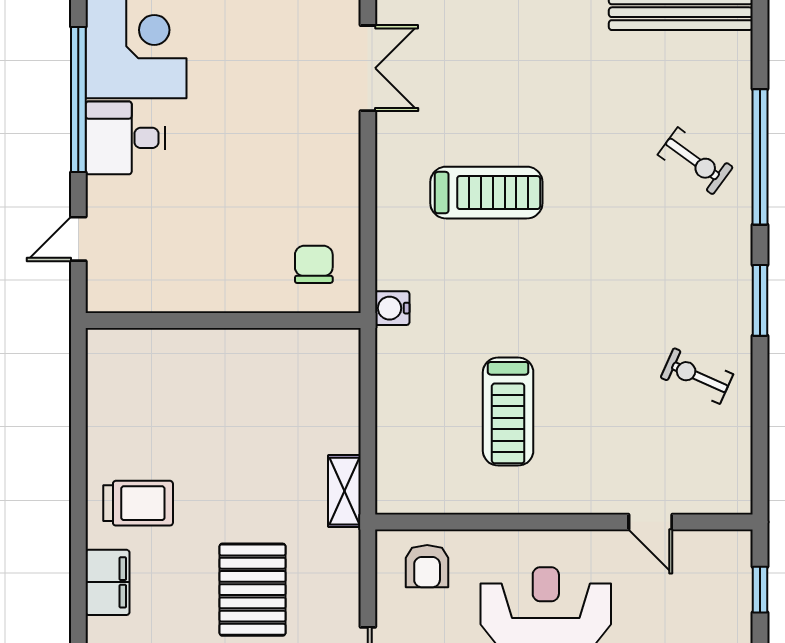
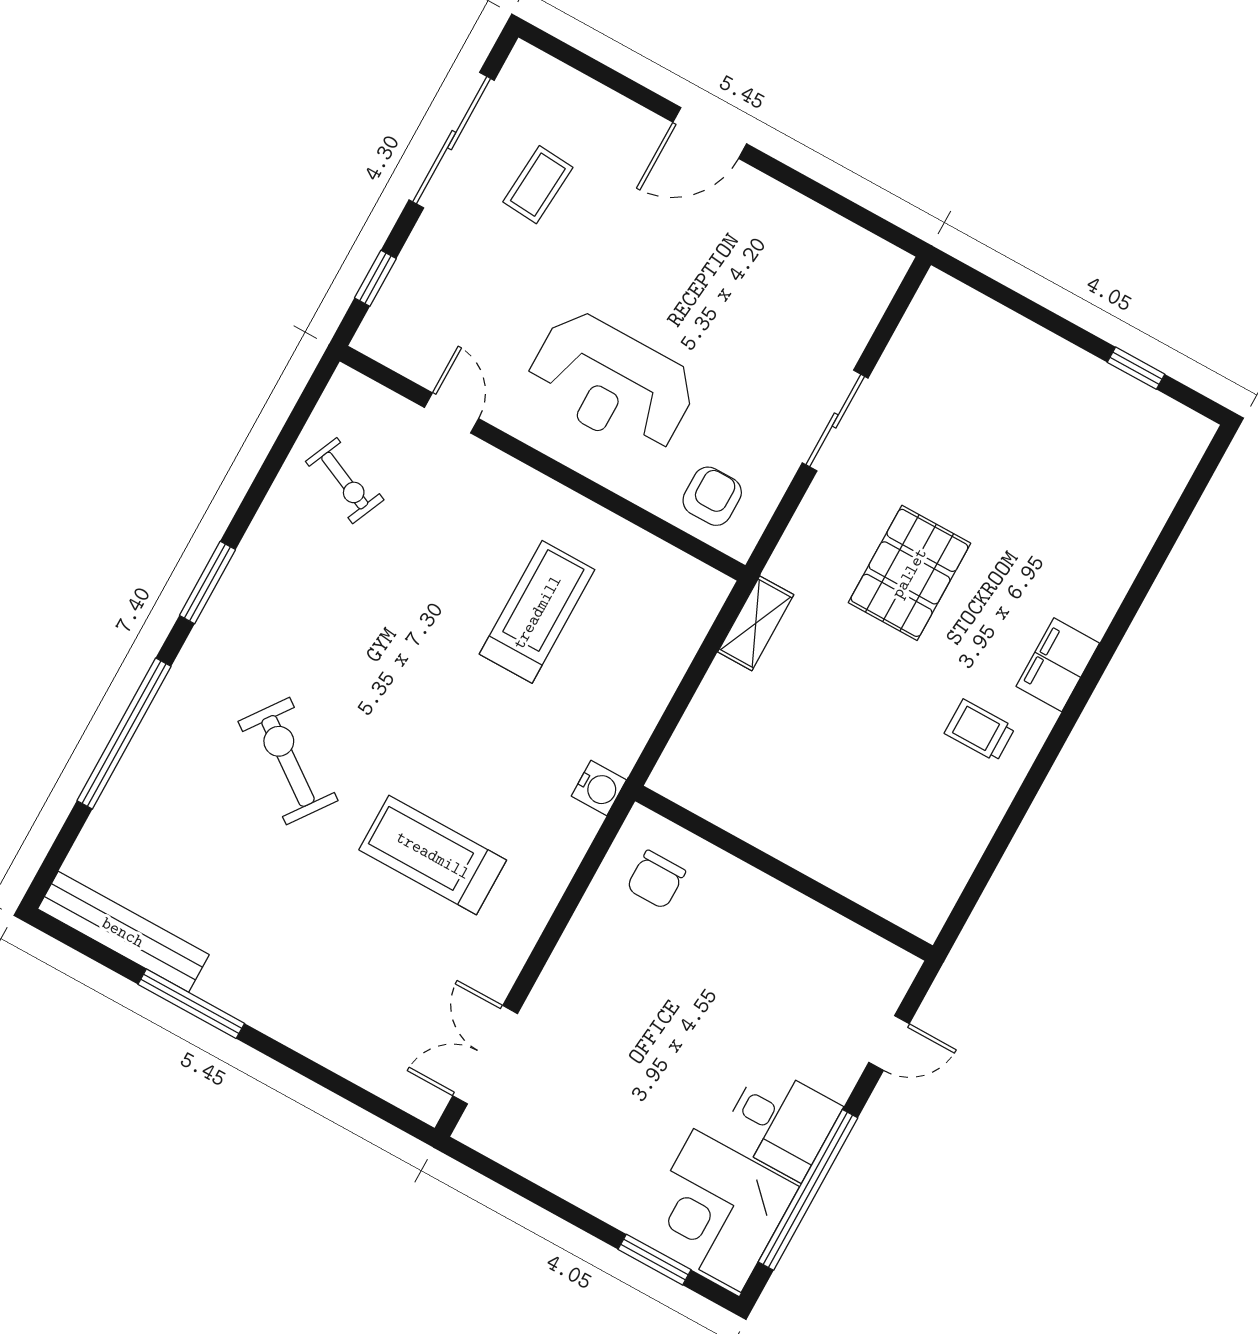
exercise bike: (695, 161) -> (288, 761), moved, width x1.38, depth x1.39
exercise bike: (697, 376) -> (345, 481), moved
trolley: (138, 503) -> (980, 730), width x0.73, depth x0.72

